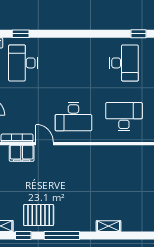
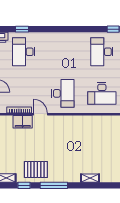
desk: (124, 63) -> (102, 52), turned 180
desk: (73, 117) -> (63, 93), turned -90
desk: (124, 117) -> (102, 93), turned 180

